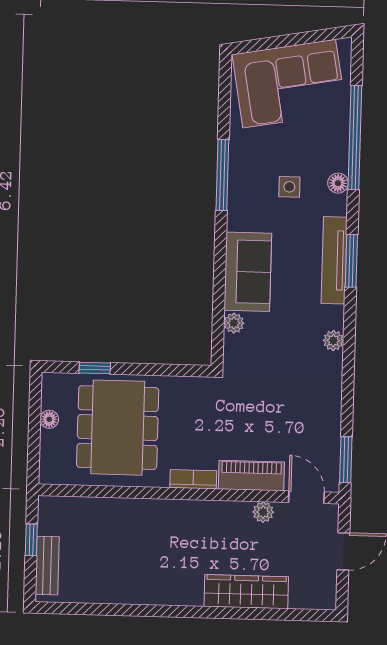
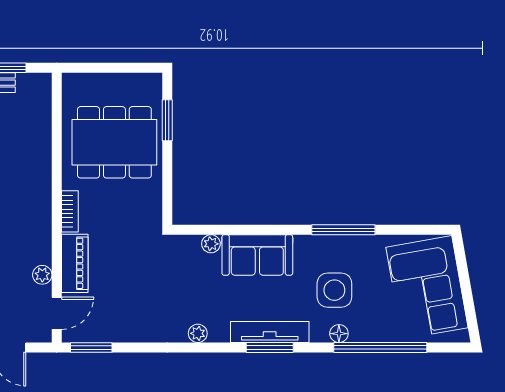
side table: (289, 187) -> (334, 290), width x1.87, depth x1.87
window: (95, 368) -> (167, 120), width x1.50
floor lamp: (49, 419) -> (120, 81), removed

